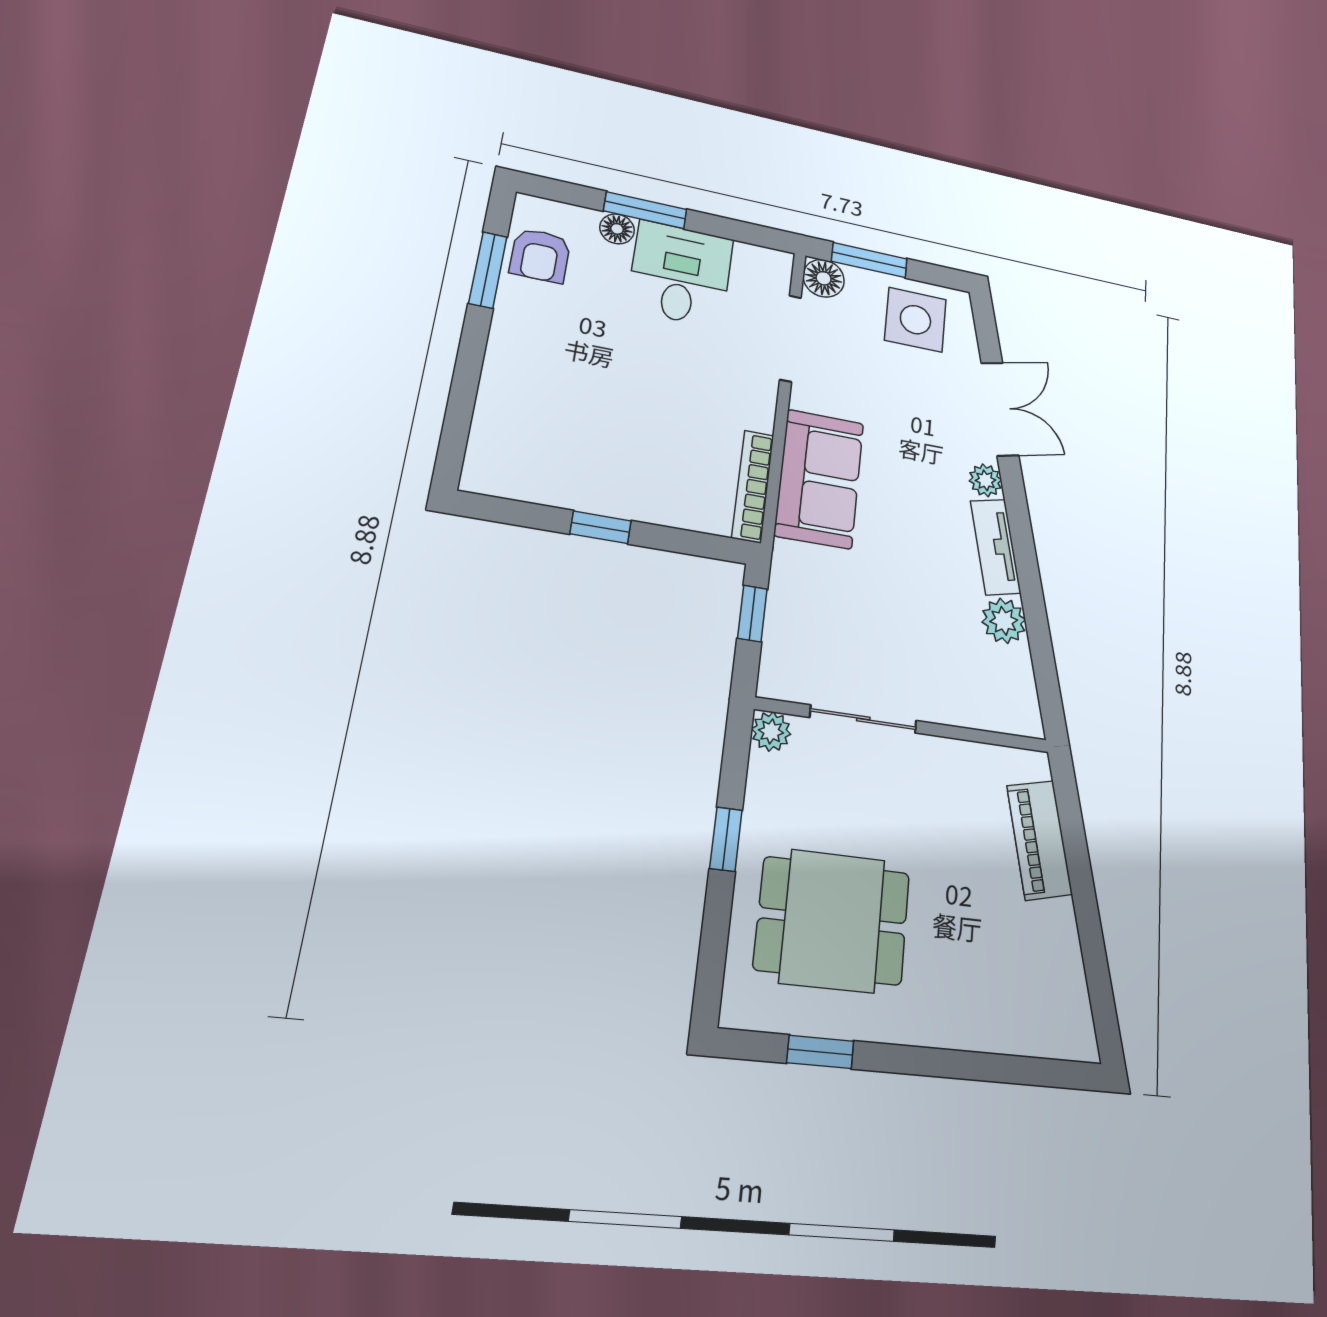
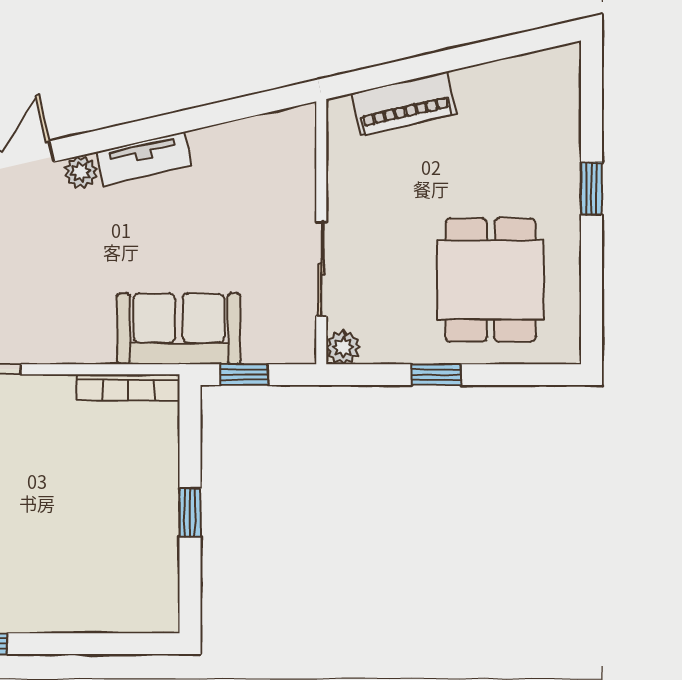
sofa: (819, 479) -> (179, 329), moved
plant: (1004, 621) -> (213, 147), removed
window: (820, 1052) -> (592, 189), moved

